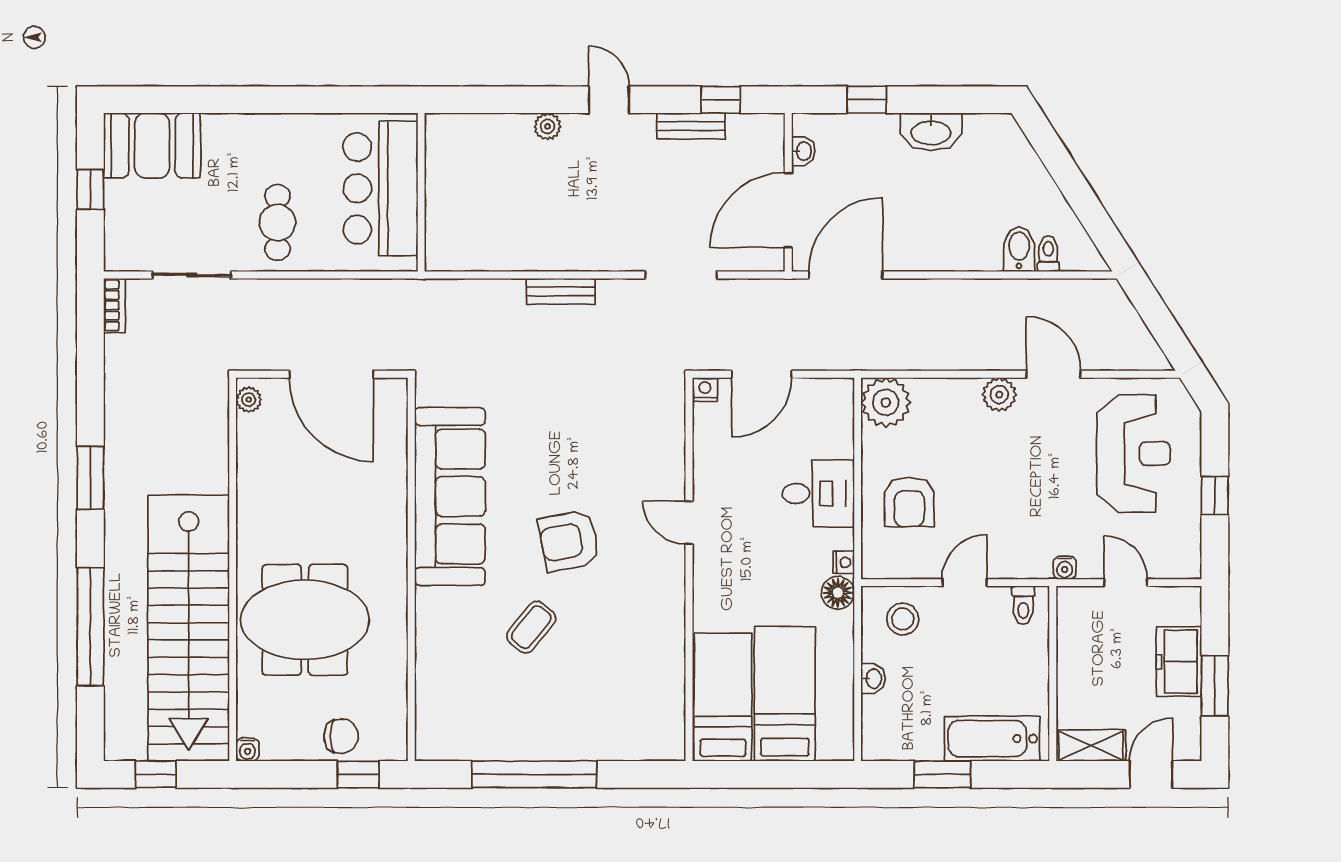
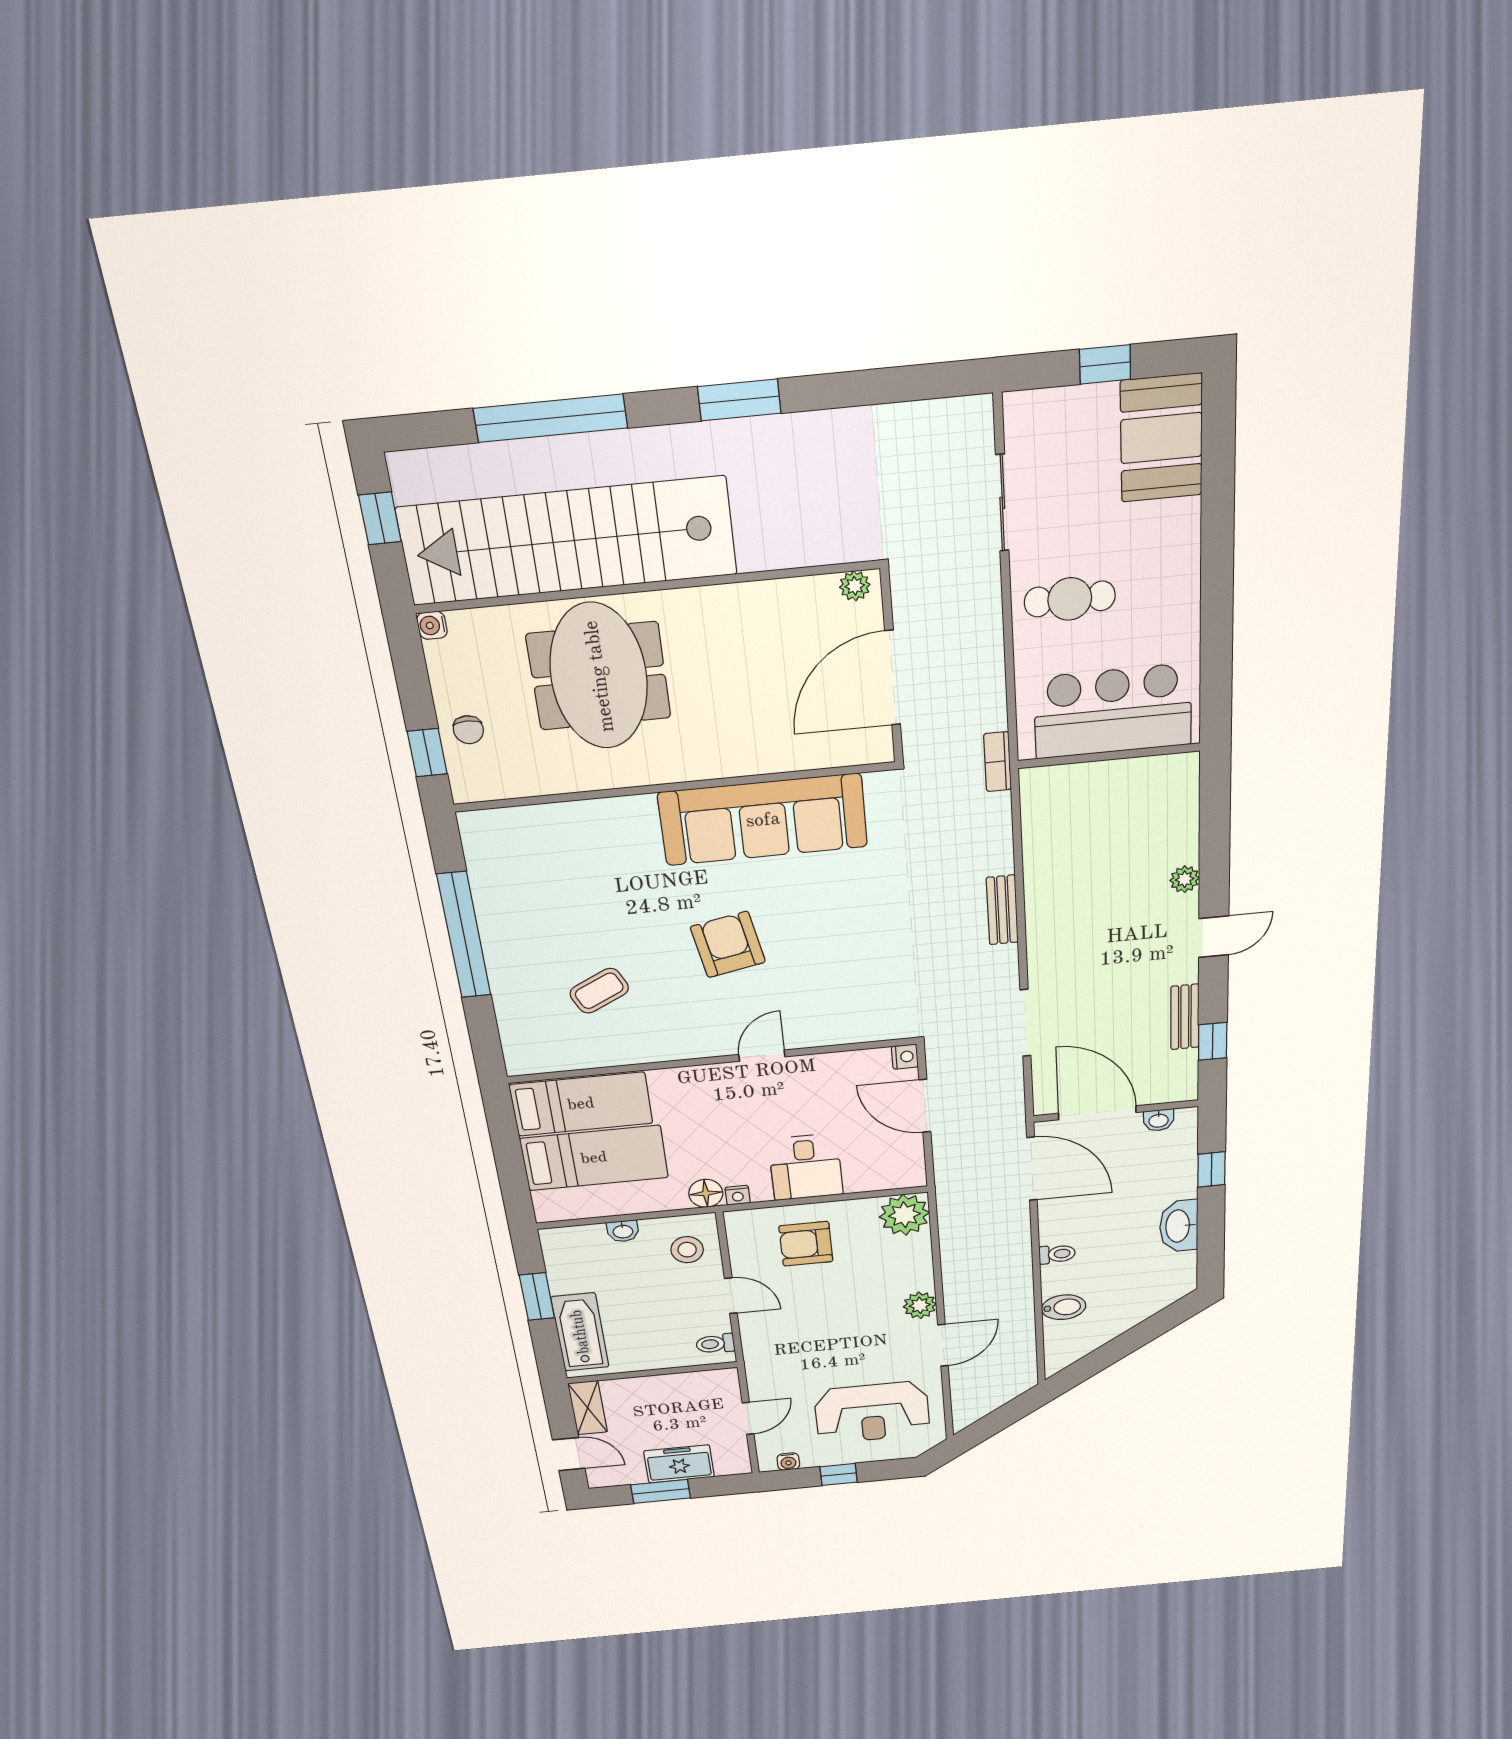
toilet: (1048, 254) -> (1057, 1254), moved
bookcase: (114, 305) -> (997, 762), moved, turned 90
water cooler: (1065, 568) -> (788, 1462), moved, turned -90
coffee table: (531, 627) -> (599, 991), moved, turned -65
chair: (341, 736) -> (468, 730), width x0.73, depth x0.73

